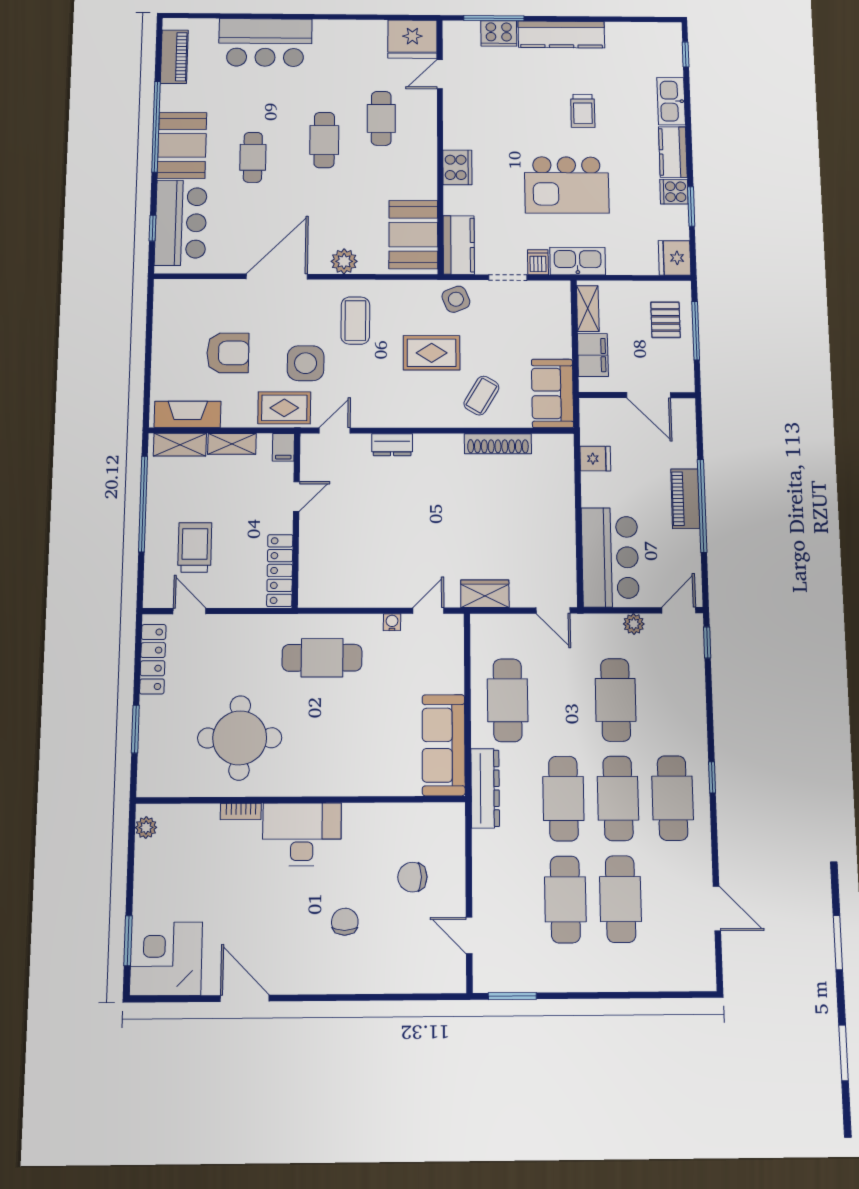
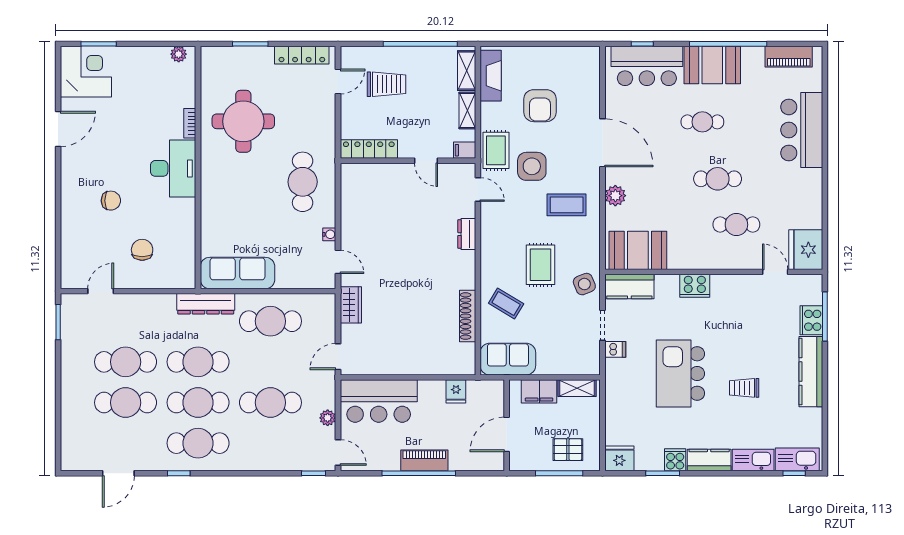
kitchen sink: (578, 261) -> (797, 459), moved, turned -90
window: (712, 777) -> (179, 473), moved

